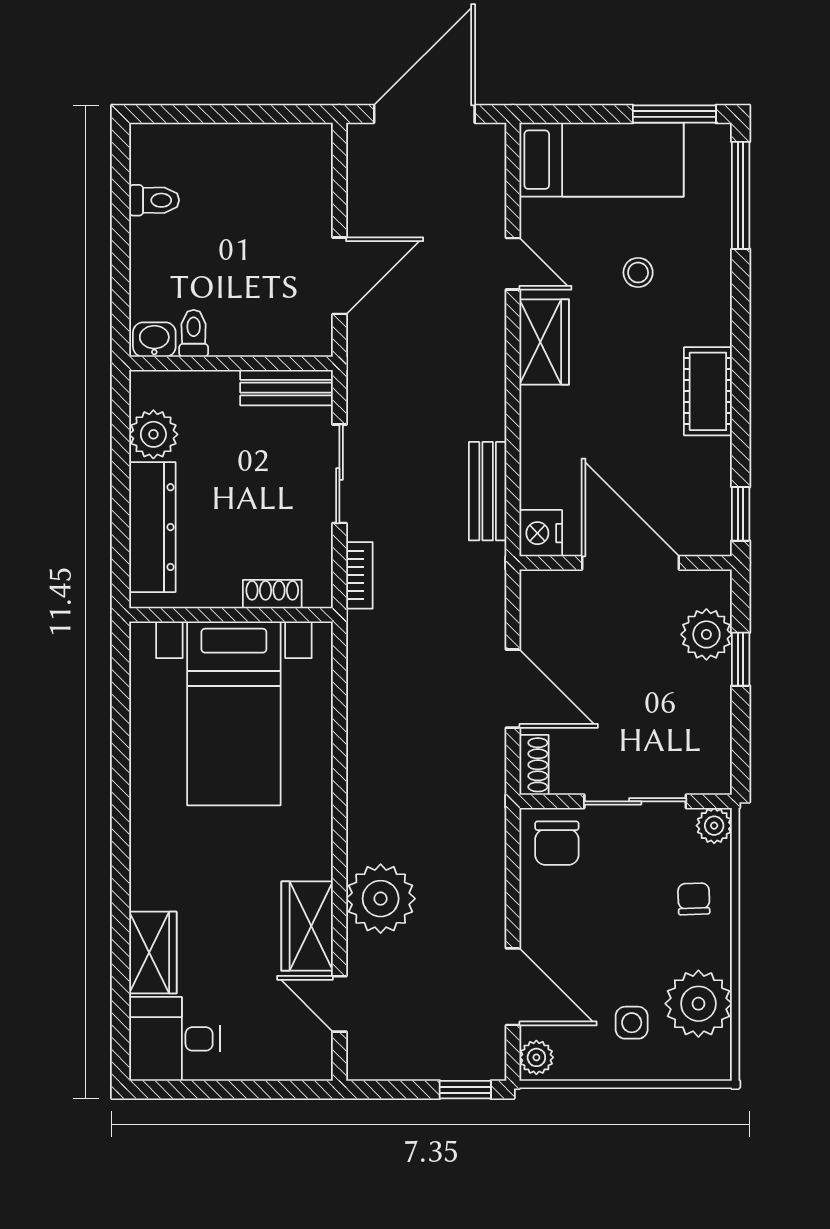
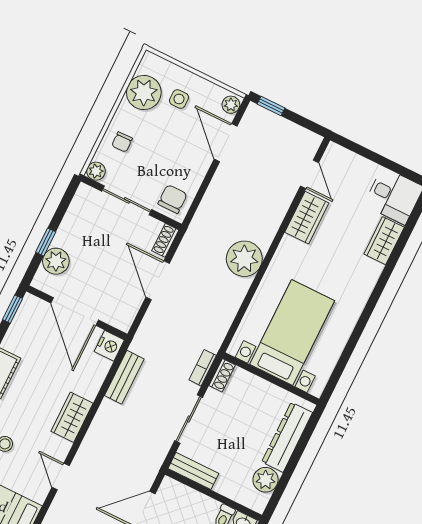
wardrobe: (544, 342) -> (72, 417), moved
shoe rack: (272, 594) -> (222, 375), moved, turned -90
plant: (381, 899) -> (244, 259), moved

